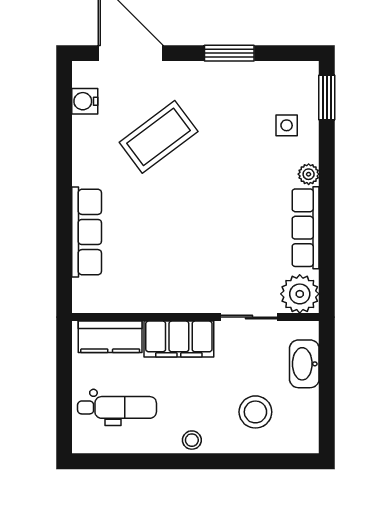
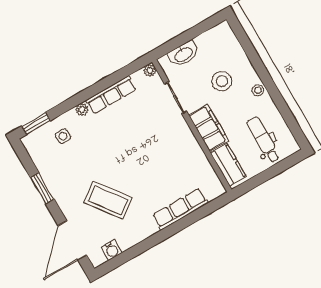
plant: (300, 294) -> (150, 70), width x0.53, depth x0.53
stool: (255, 412) -> (222, 81), moved

